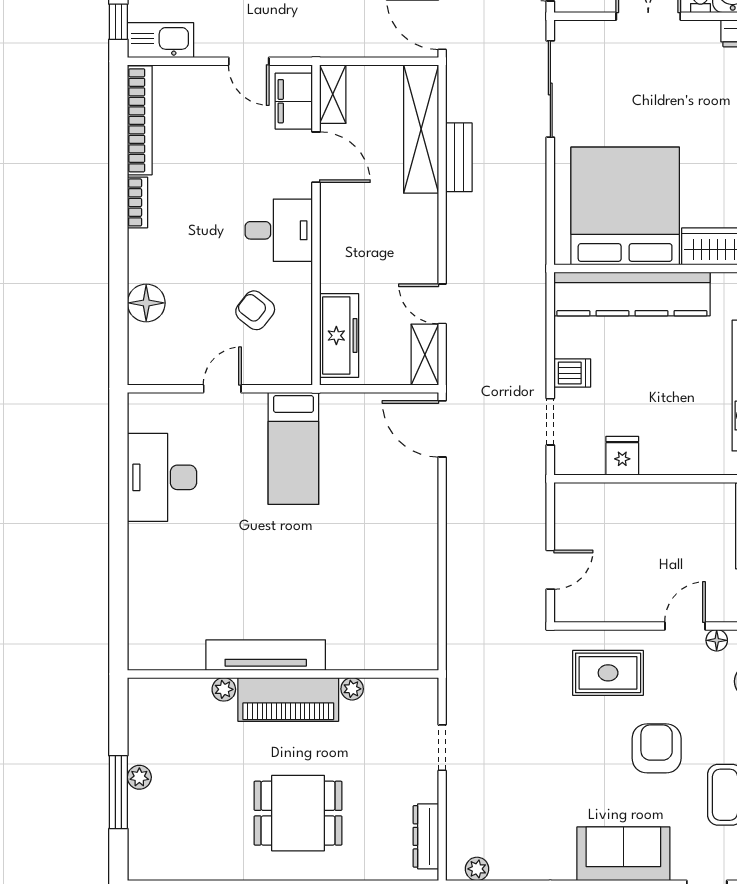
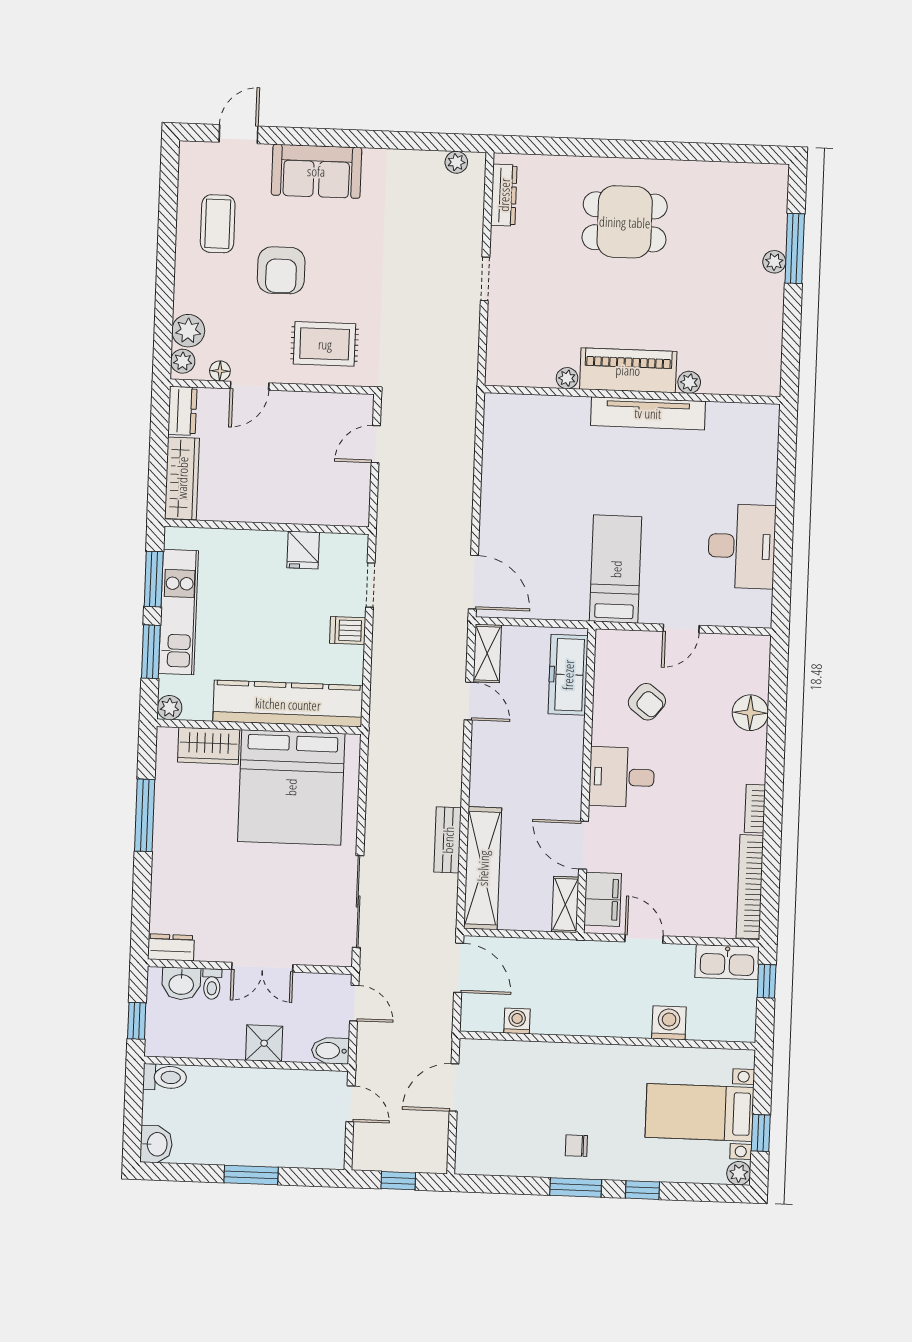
tv unit: (266, 655) -> (648, 413), moved
wall: (283, 674) -> (632, 395), moved
plant: (224, 689) -> (689, 382), moved
plant: (352, 689) -> (567, 378), moved
piano: (288, 699) -> (628, 370), moved

